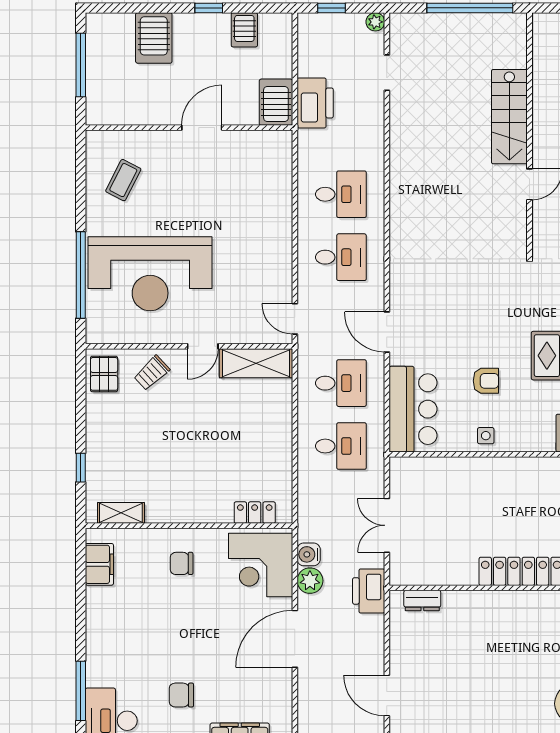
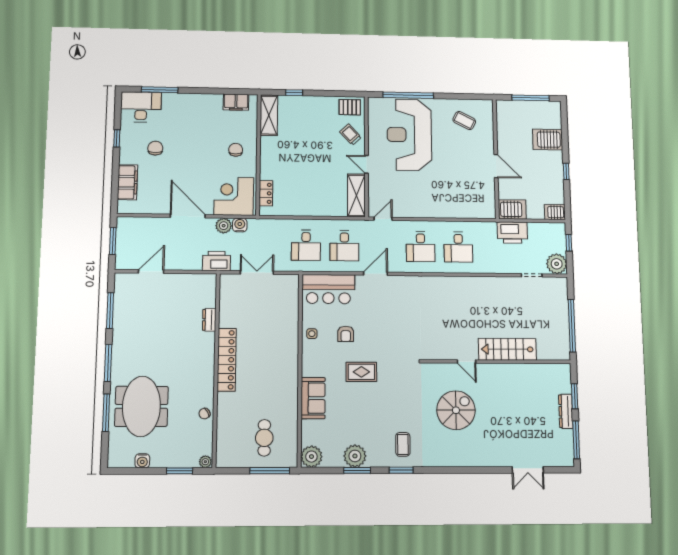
plant: (375, 22) -> (557, 264), width x1.88, depth x1.88
server rack: (244, 30) -> (555, 212), moved
shelving: (121, 513) -> (269, 115), width x1.50, depth x1.33
dresser: (422, 601) -> (209, 320), moved

